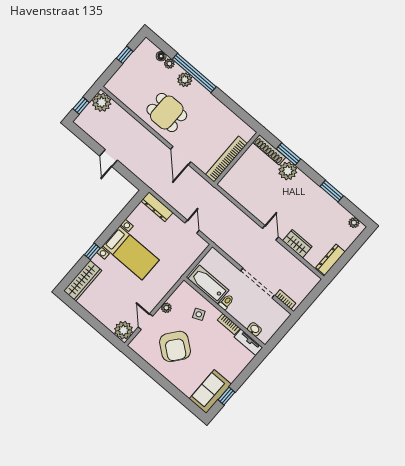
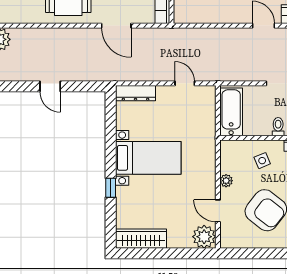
wardrobe: (83, 281) -> (141, 239), moved, turned -90
bathtub: (208, 284) -> (231, 112), moved, turned 90

